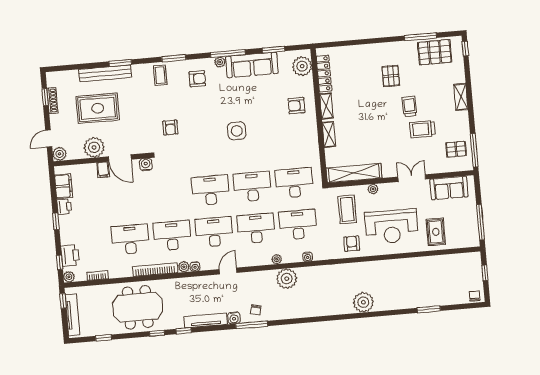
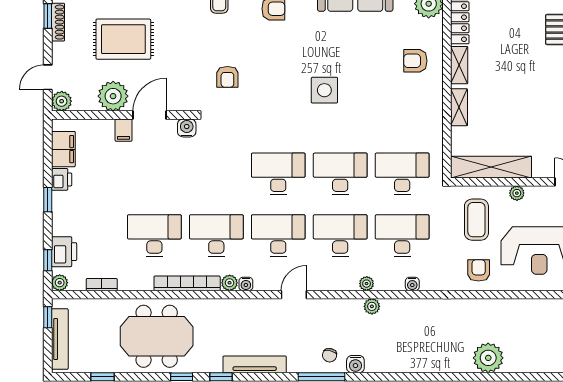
door: (120, 158) -> (149, 115), swing flipped
plant: (287, 279) -> (372, 306), width x0.53, depth x0.53
water cooler: (234, 318) -> (355, 364), moved

